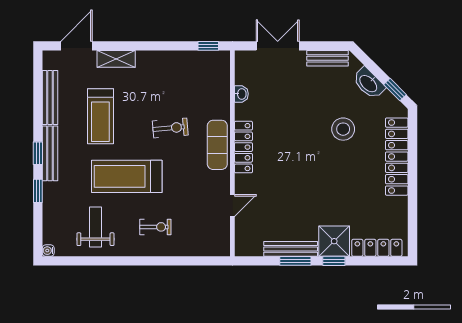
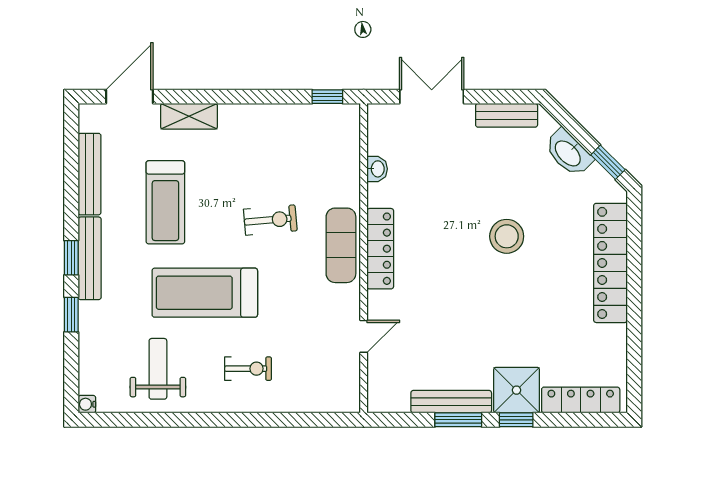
stool: (343, 129) -> (507, 236), moved

